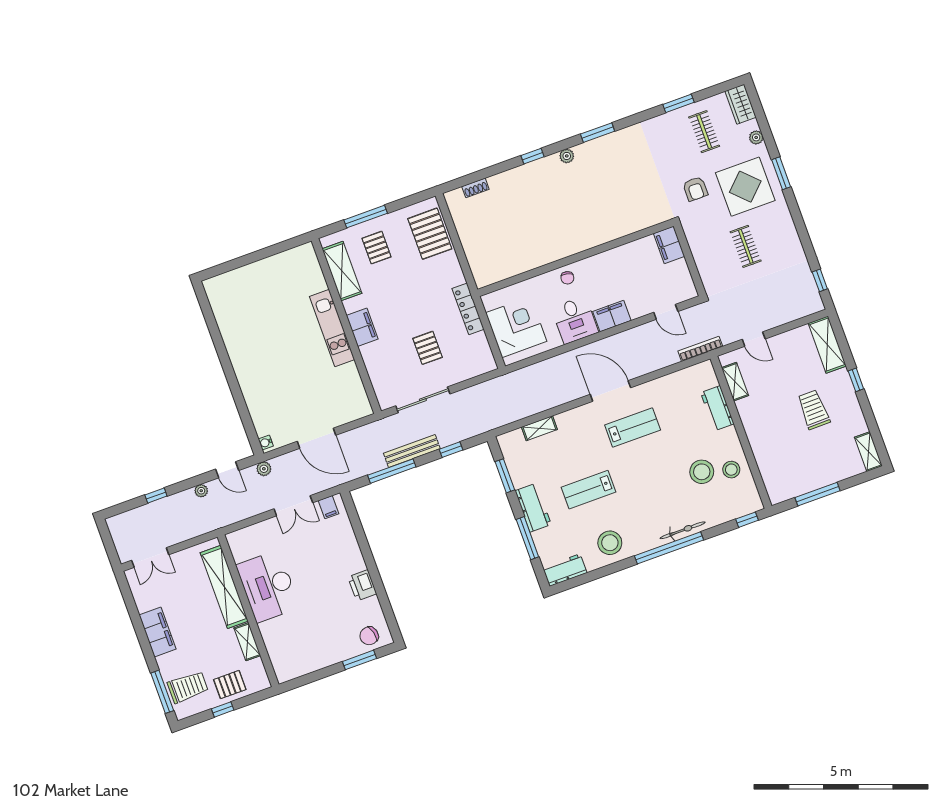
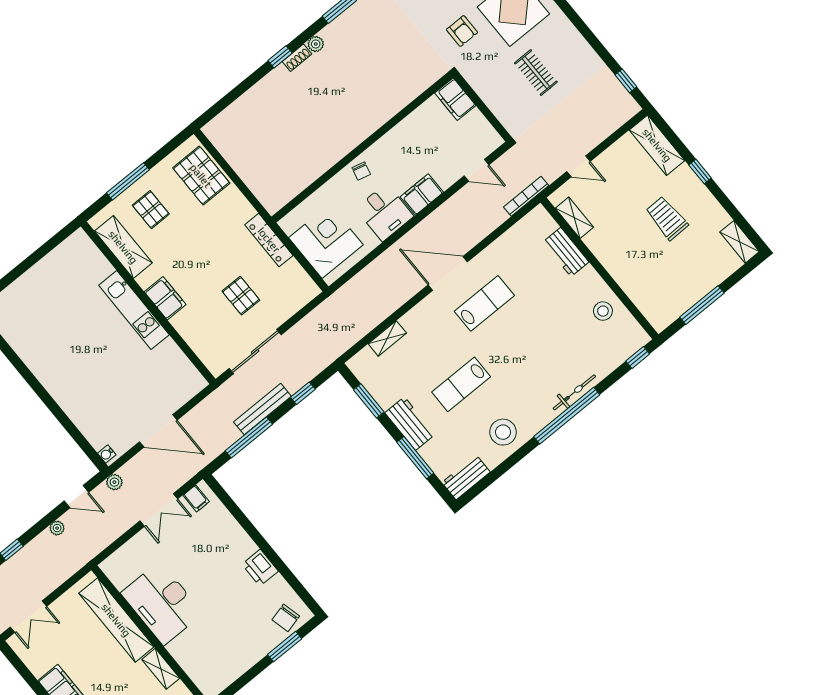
shoe rack: (475, 188) -> (297, 58), moved
stool: (702, 472) -> (573, 324), removed

